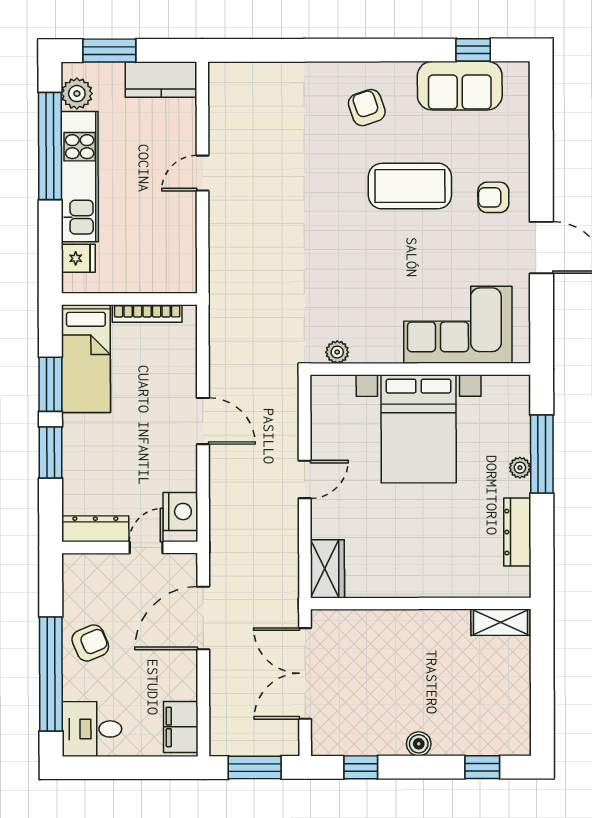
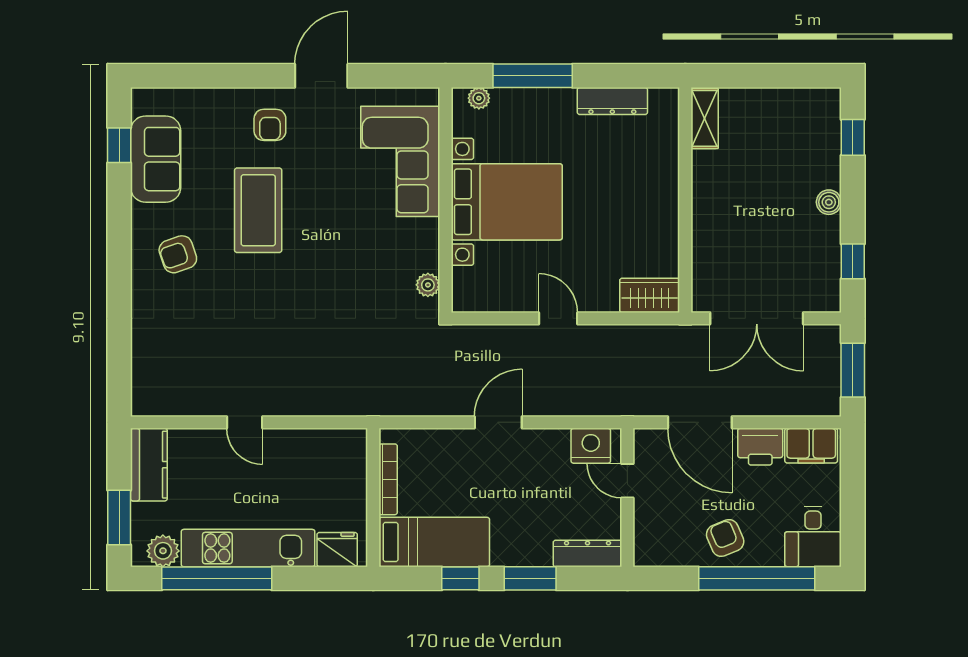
fridge: (78, 258) -> (337, 550), width x1.38
window: (50, 384) -> (460, 578), width x0.67
plant: (520, 468) -> (479, 98), moved
dresser: (95, 529) -> (588, 553), moved, turned 90
printer: (180, 677) -> (760, 447), added

